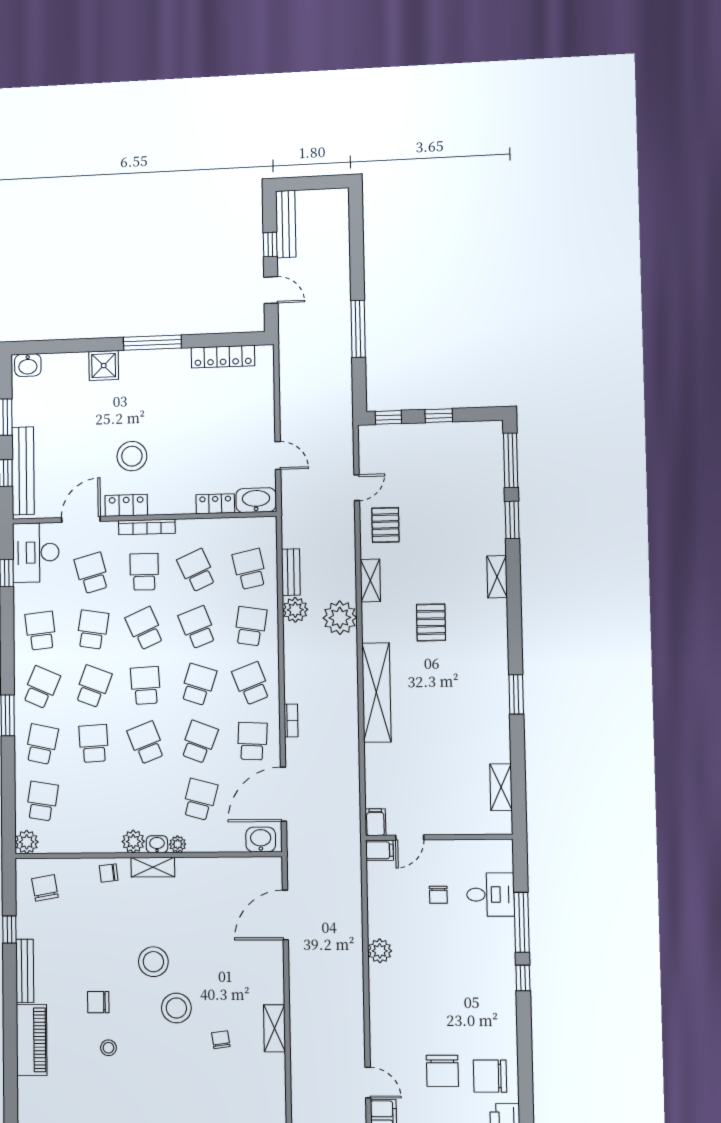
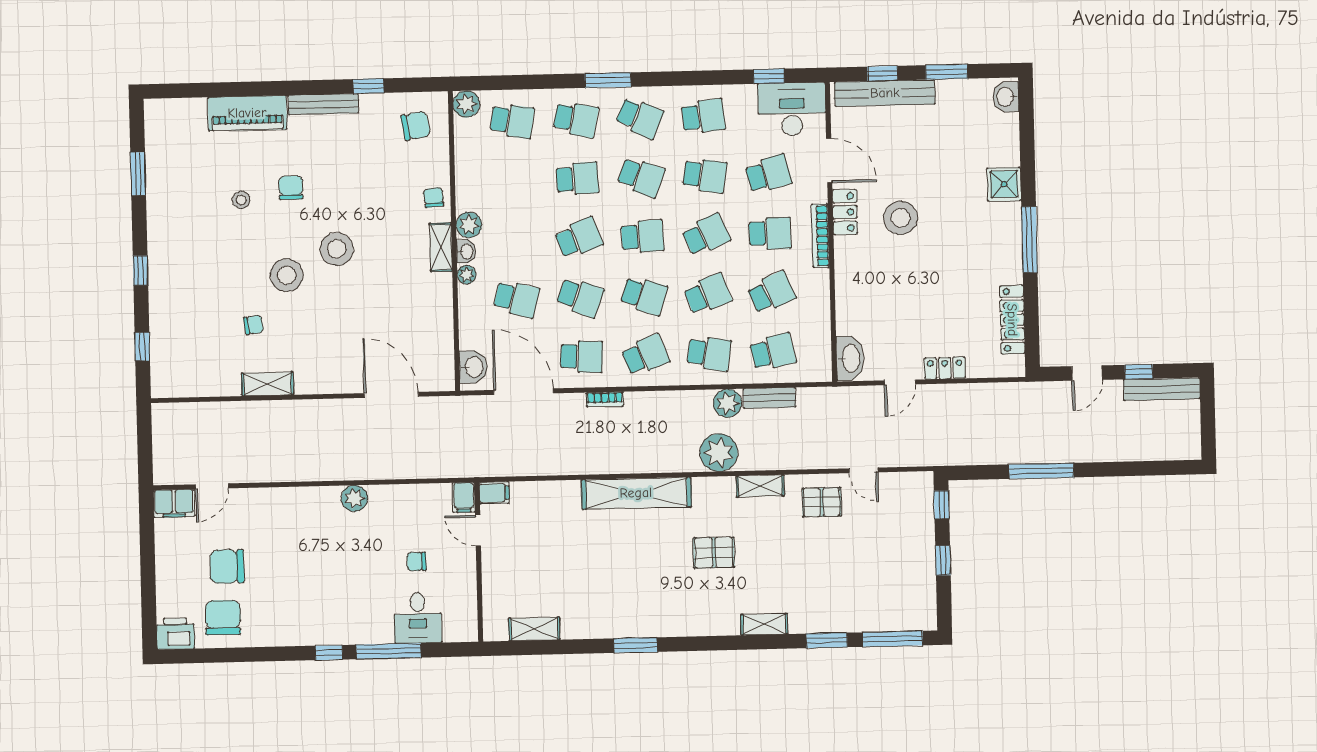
locker: (215, 504) -> (945, 368), moved, turned -90

